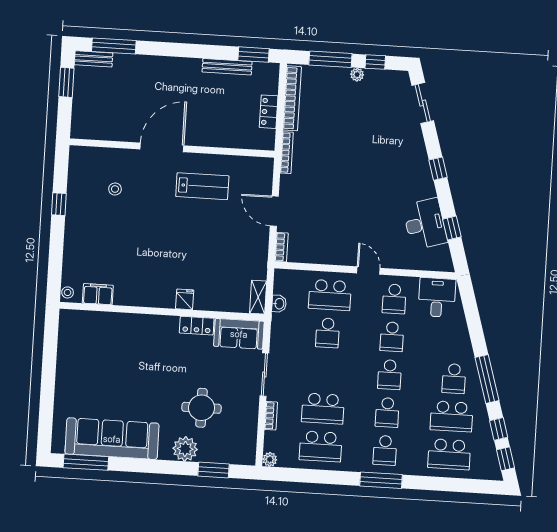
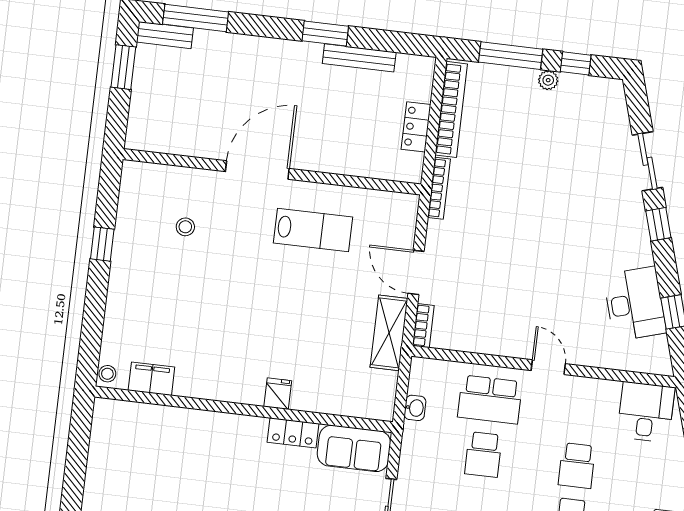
window: (254, 55) -> (325, 33), moved
sliding door: (423, 103) -> (647, 161), moved
shelving: (258, 297) -> (389, 333), moved, width x1.50, depth x1.33
school desk: (394, 299) -> (583, 411), removed

